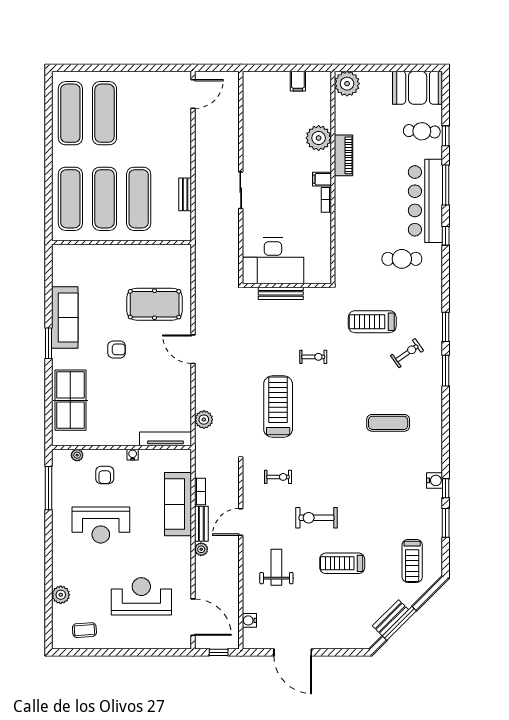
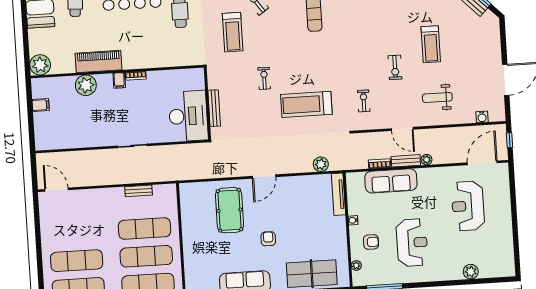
piano: (344, 155) -> (99, 62), width x1.37, depth x1.33
exercise bike: (316, 518) -> (395, 67), width x0.73, depth x0.72
coffee table: (84, 630) -> (498, 251), removed

